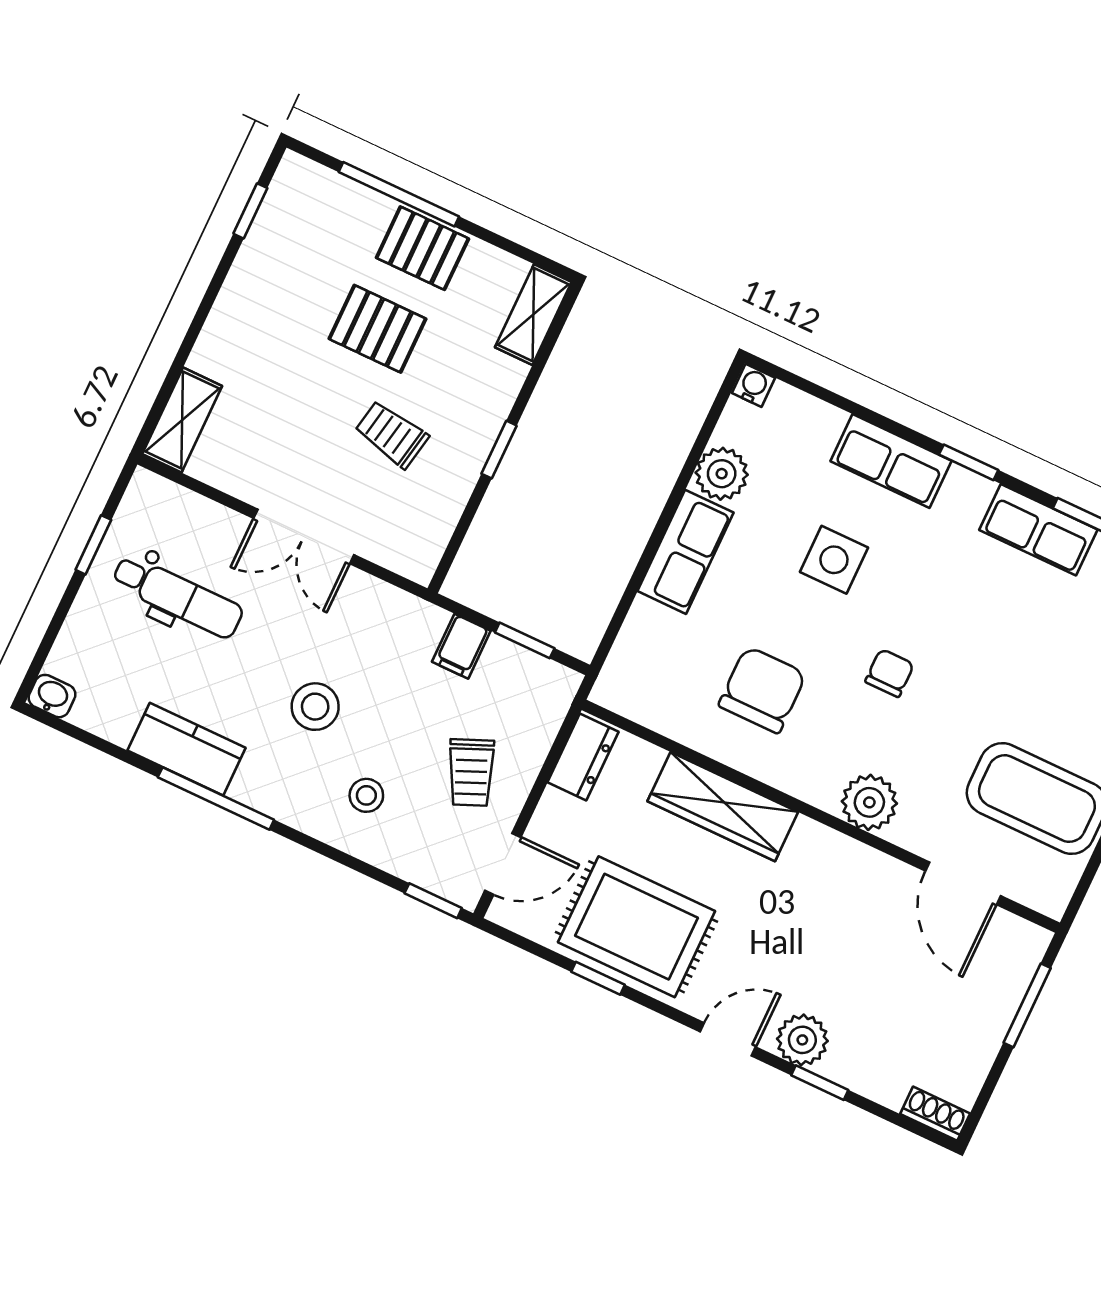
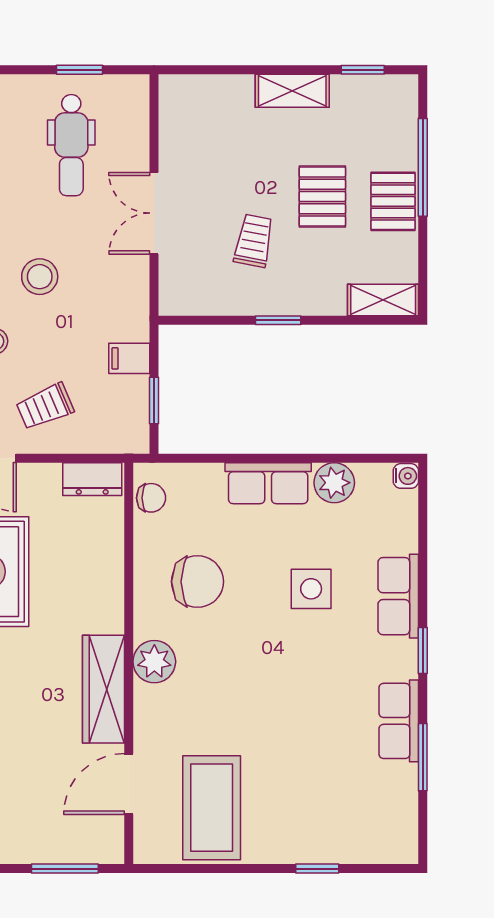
shelving: (182, 420) -> (292, 91), moved
chair: (890, 673) -> (151, 498), moved
plant: (869, 802) -> (154, 662), moved
wardrobe: (723, 807) -> (103, 689), moved

